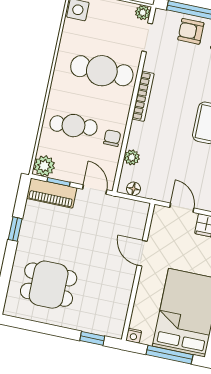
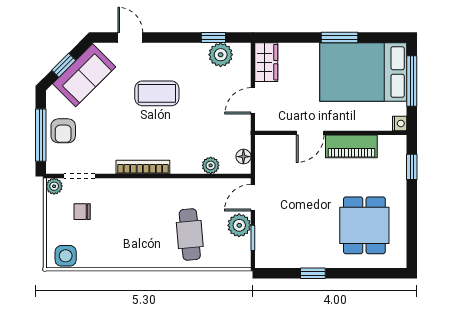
cafe table: (102, 71) -> (125, 217), removed
chair: (112, 138) -> (82, 212), moved
plant: (44, 166) -> (239, 225), moved
piano: (52, 193) -> (351, 146), moved, turned 90

